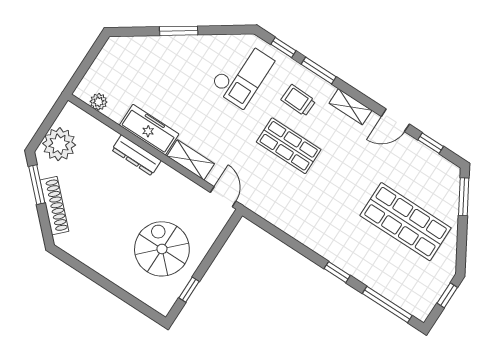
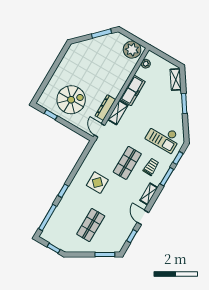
shelving: (132, 45) -> (176, 80), added
plant: (59, 144) -> (132, 50), moved
dresser: (136, 155) -> (105, 108), moved
door: (223, 197) -> (99, 130), swing flipped
display table: (324, 205) -> (97, 183), added
shoe rack: (54, 206) -> (91, 43), removed
shop shelf: (406, 222) -> (91, 225), width x0.70, depth x0.74

